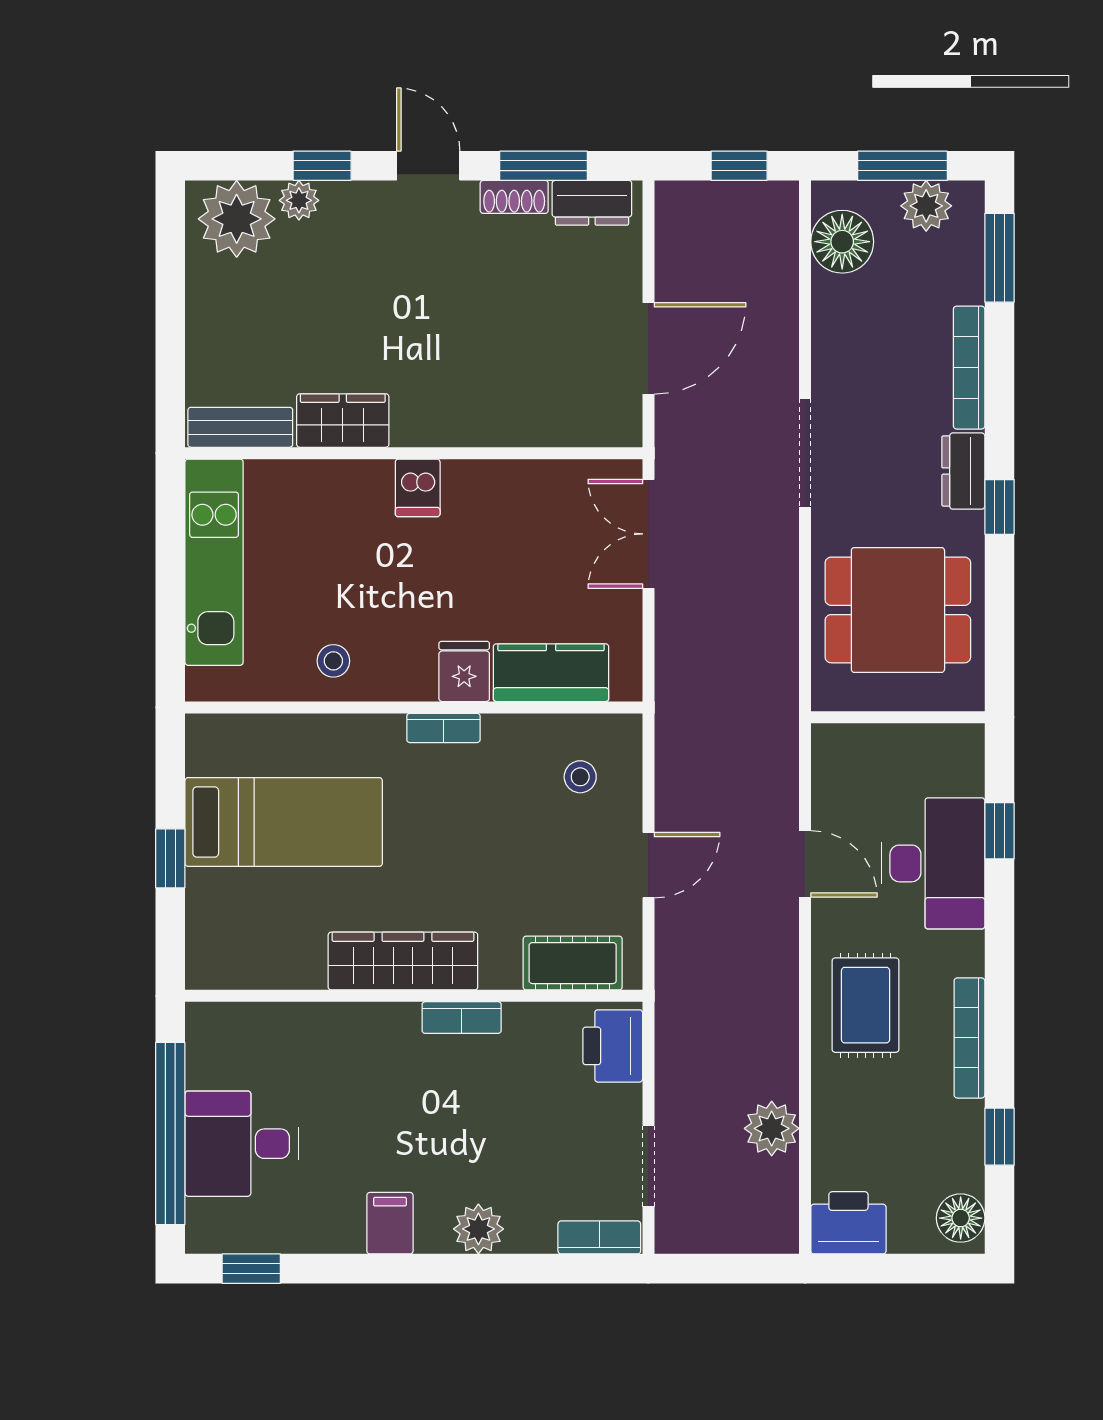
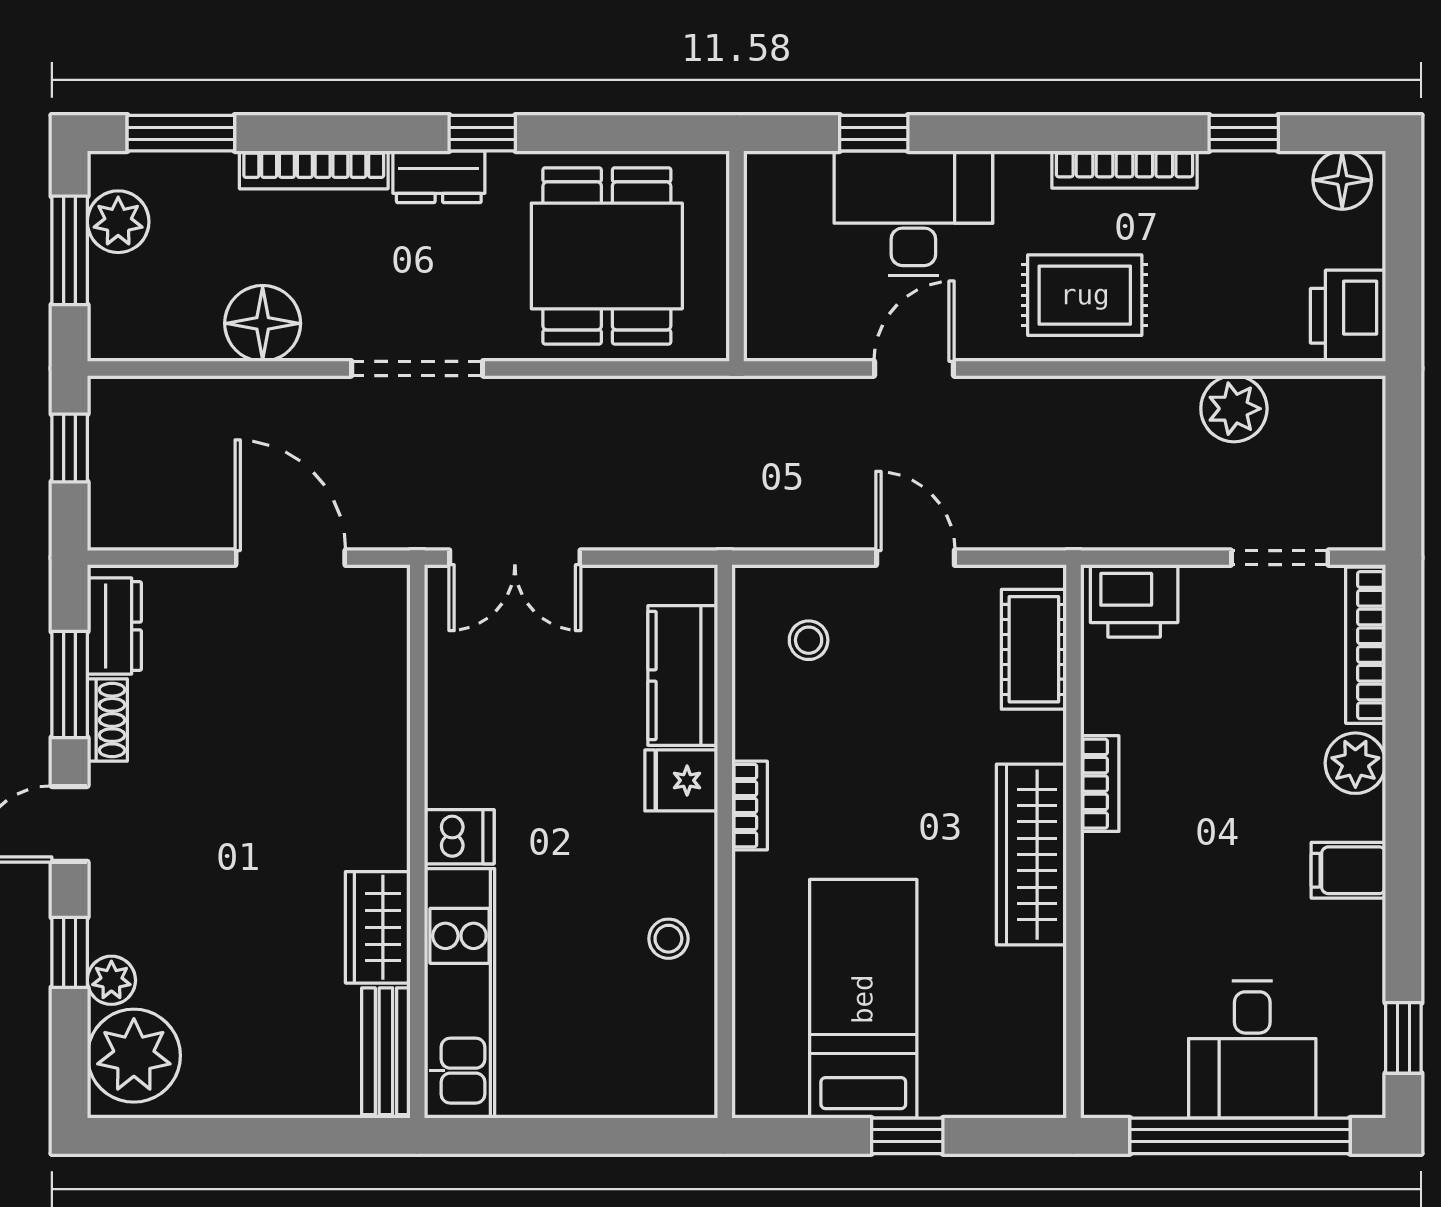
floor lamp: (842, 242) -> (263, 323), moved
kitchen unit: (214, 562) -> (459, 993), moved, turned 90
bookcase: (599, 1237) -> (1366, 645), width x1.56

